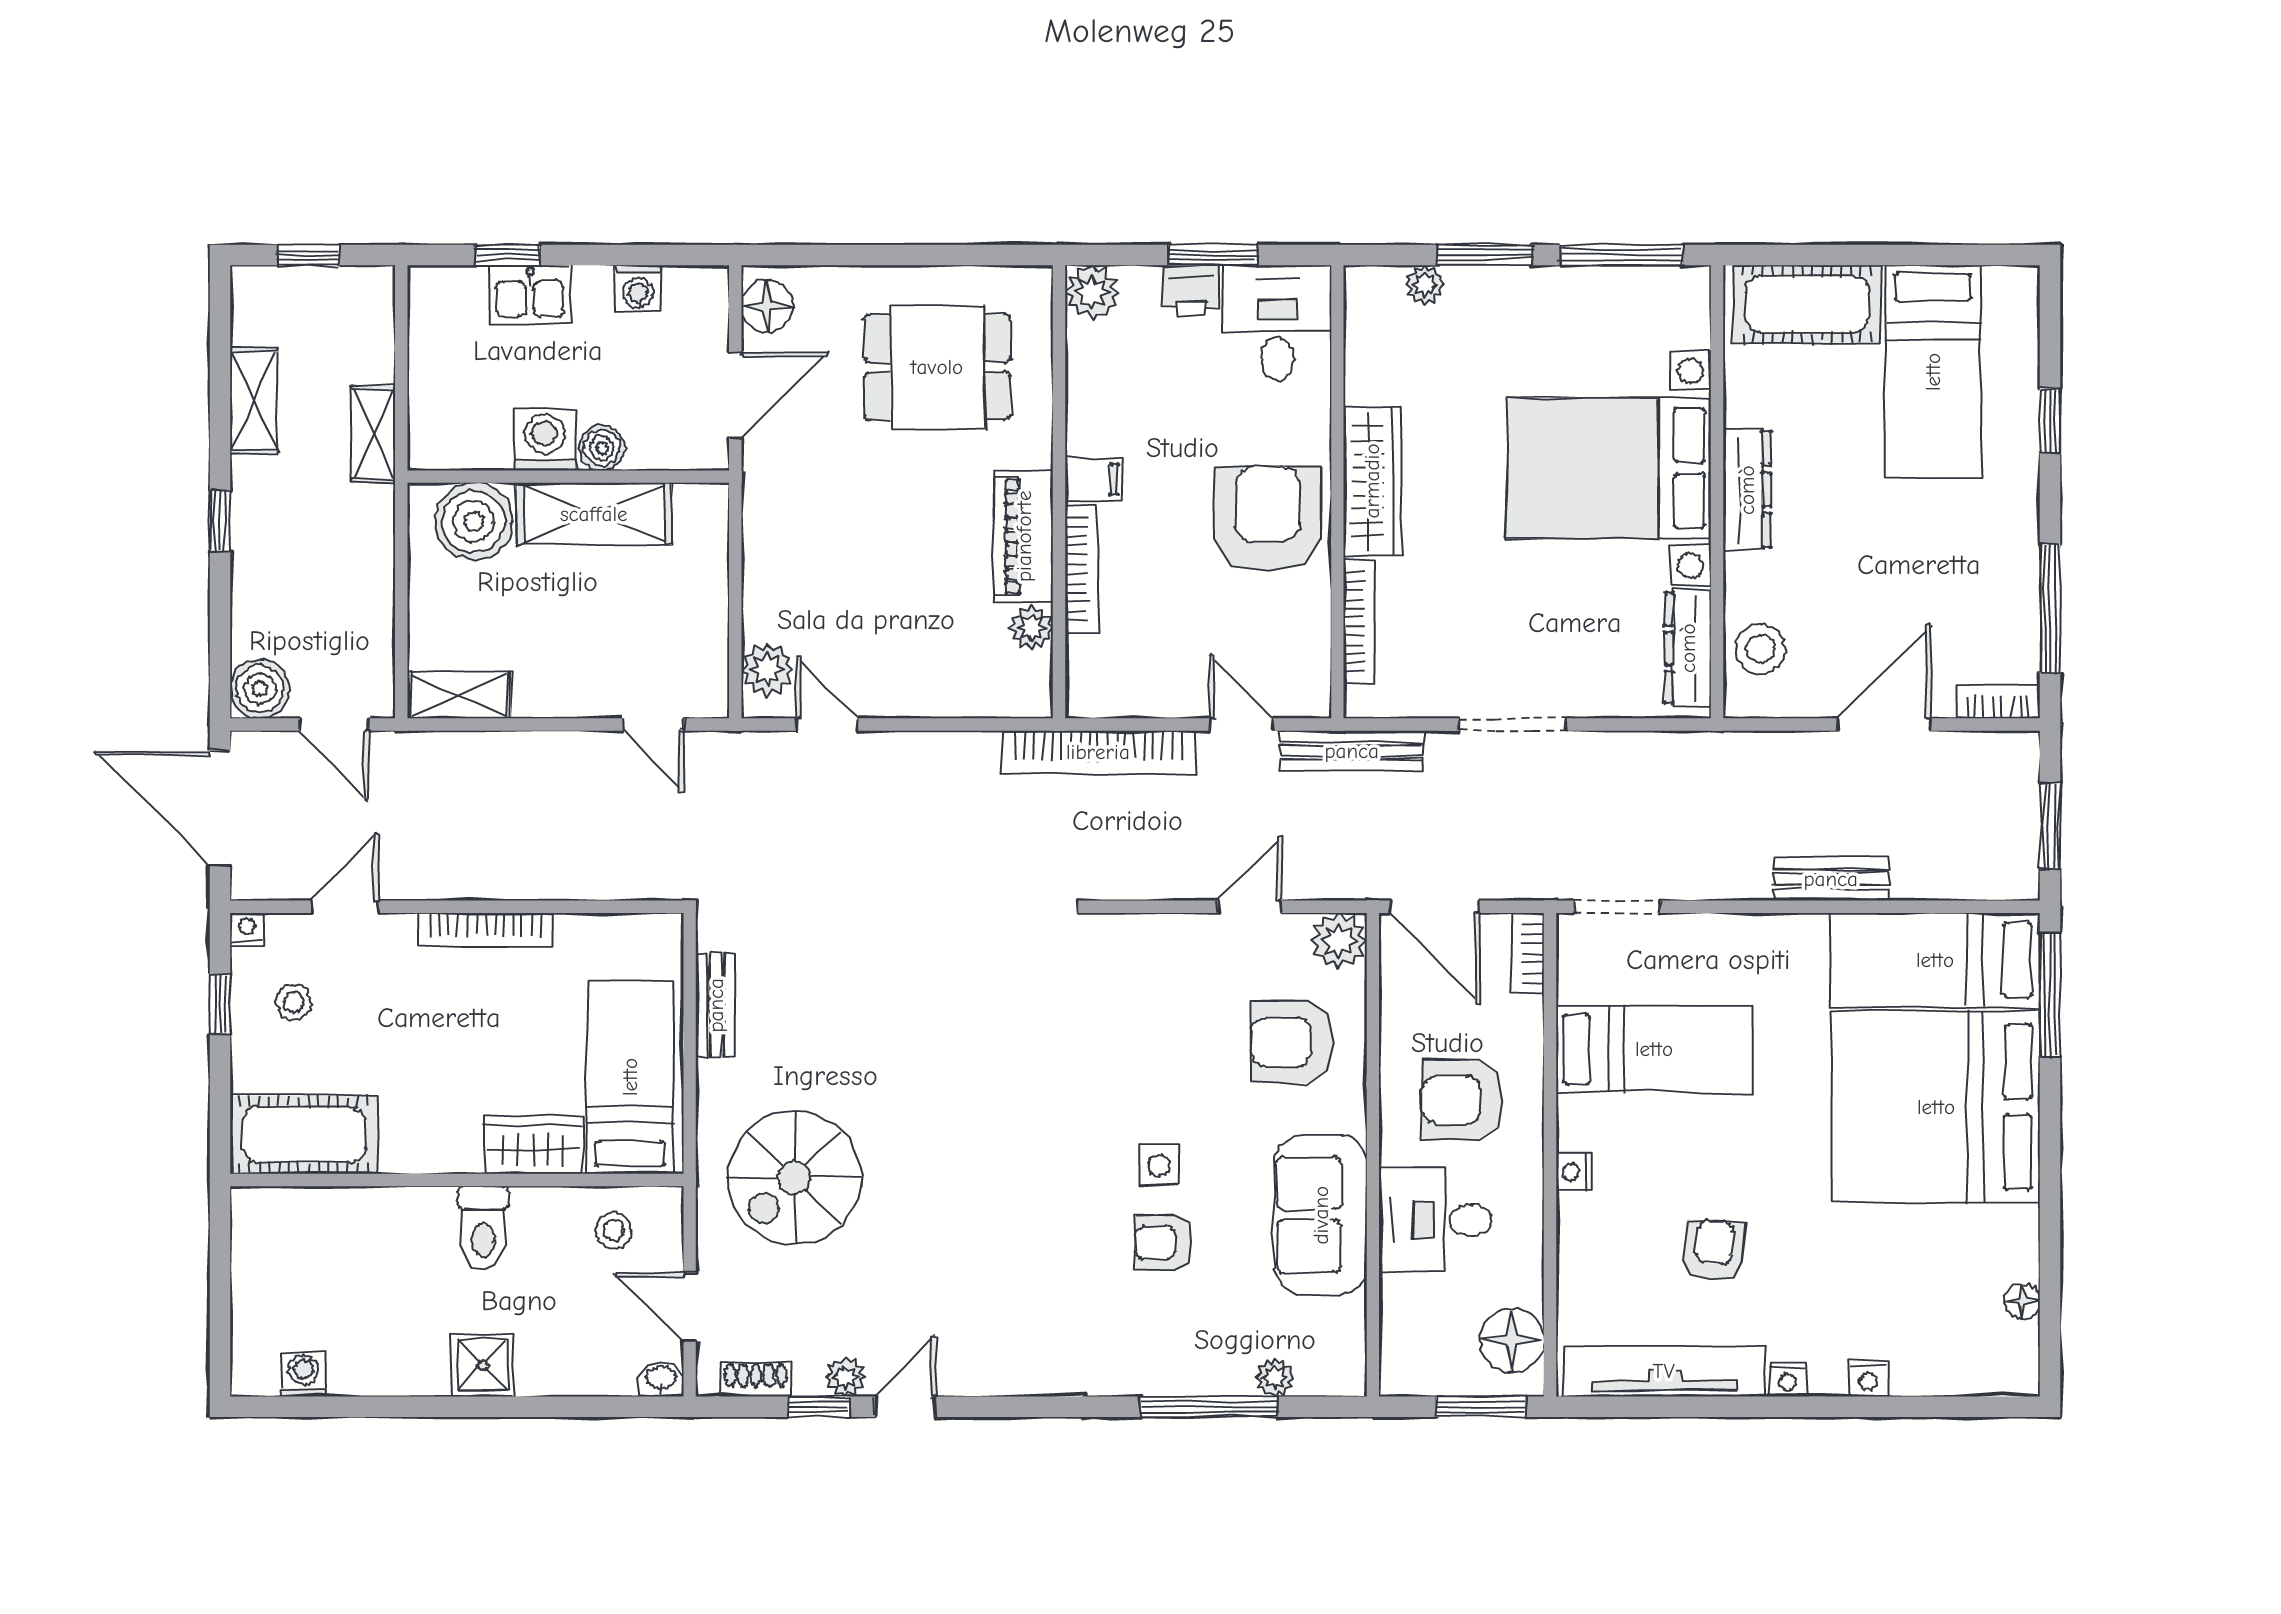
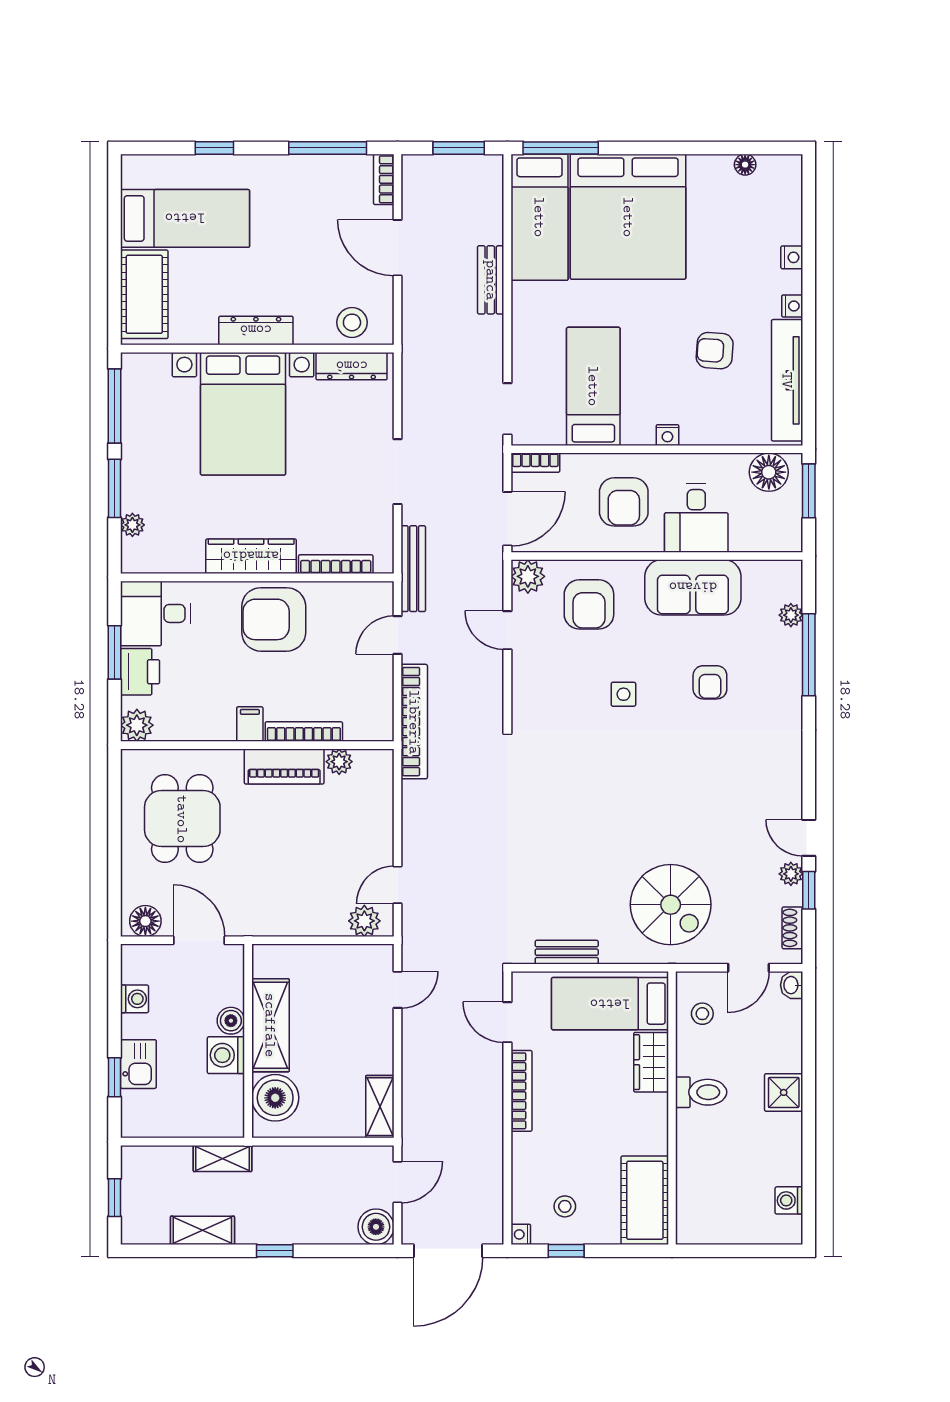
printer: (1191, 291) -> (140, 672), width x1.36, depth x1.24
door: (345, 907) -> (507, 1022), moved
side table: (1160, 1165) -> (623, 694), moved

